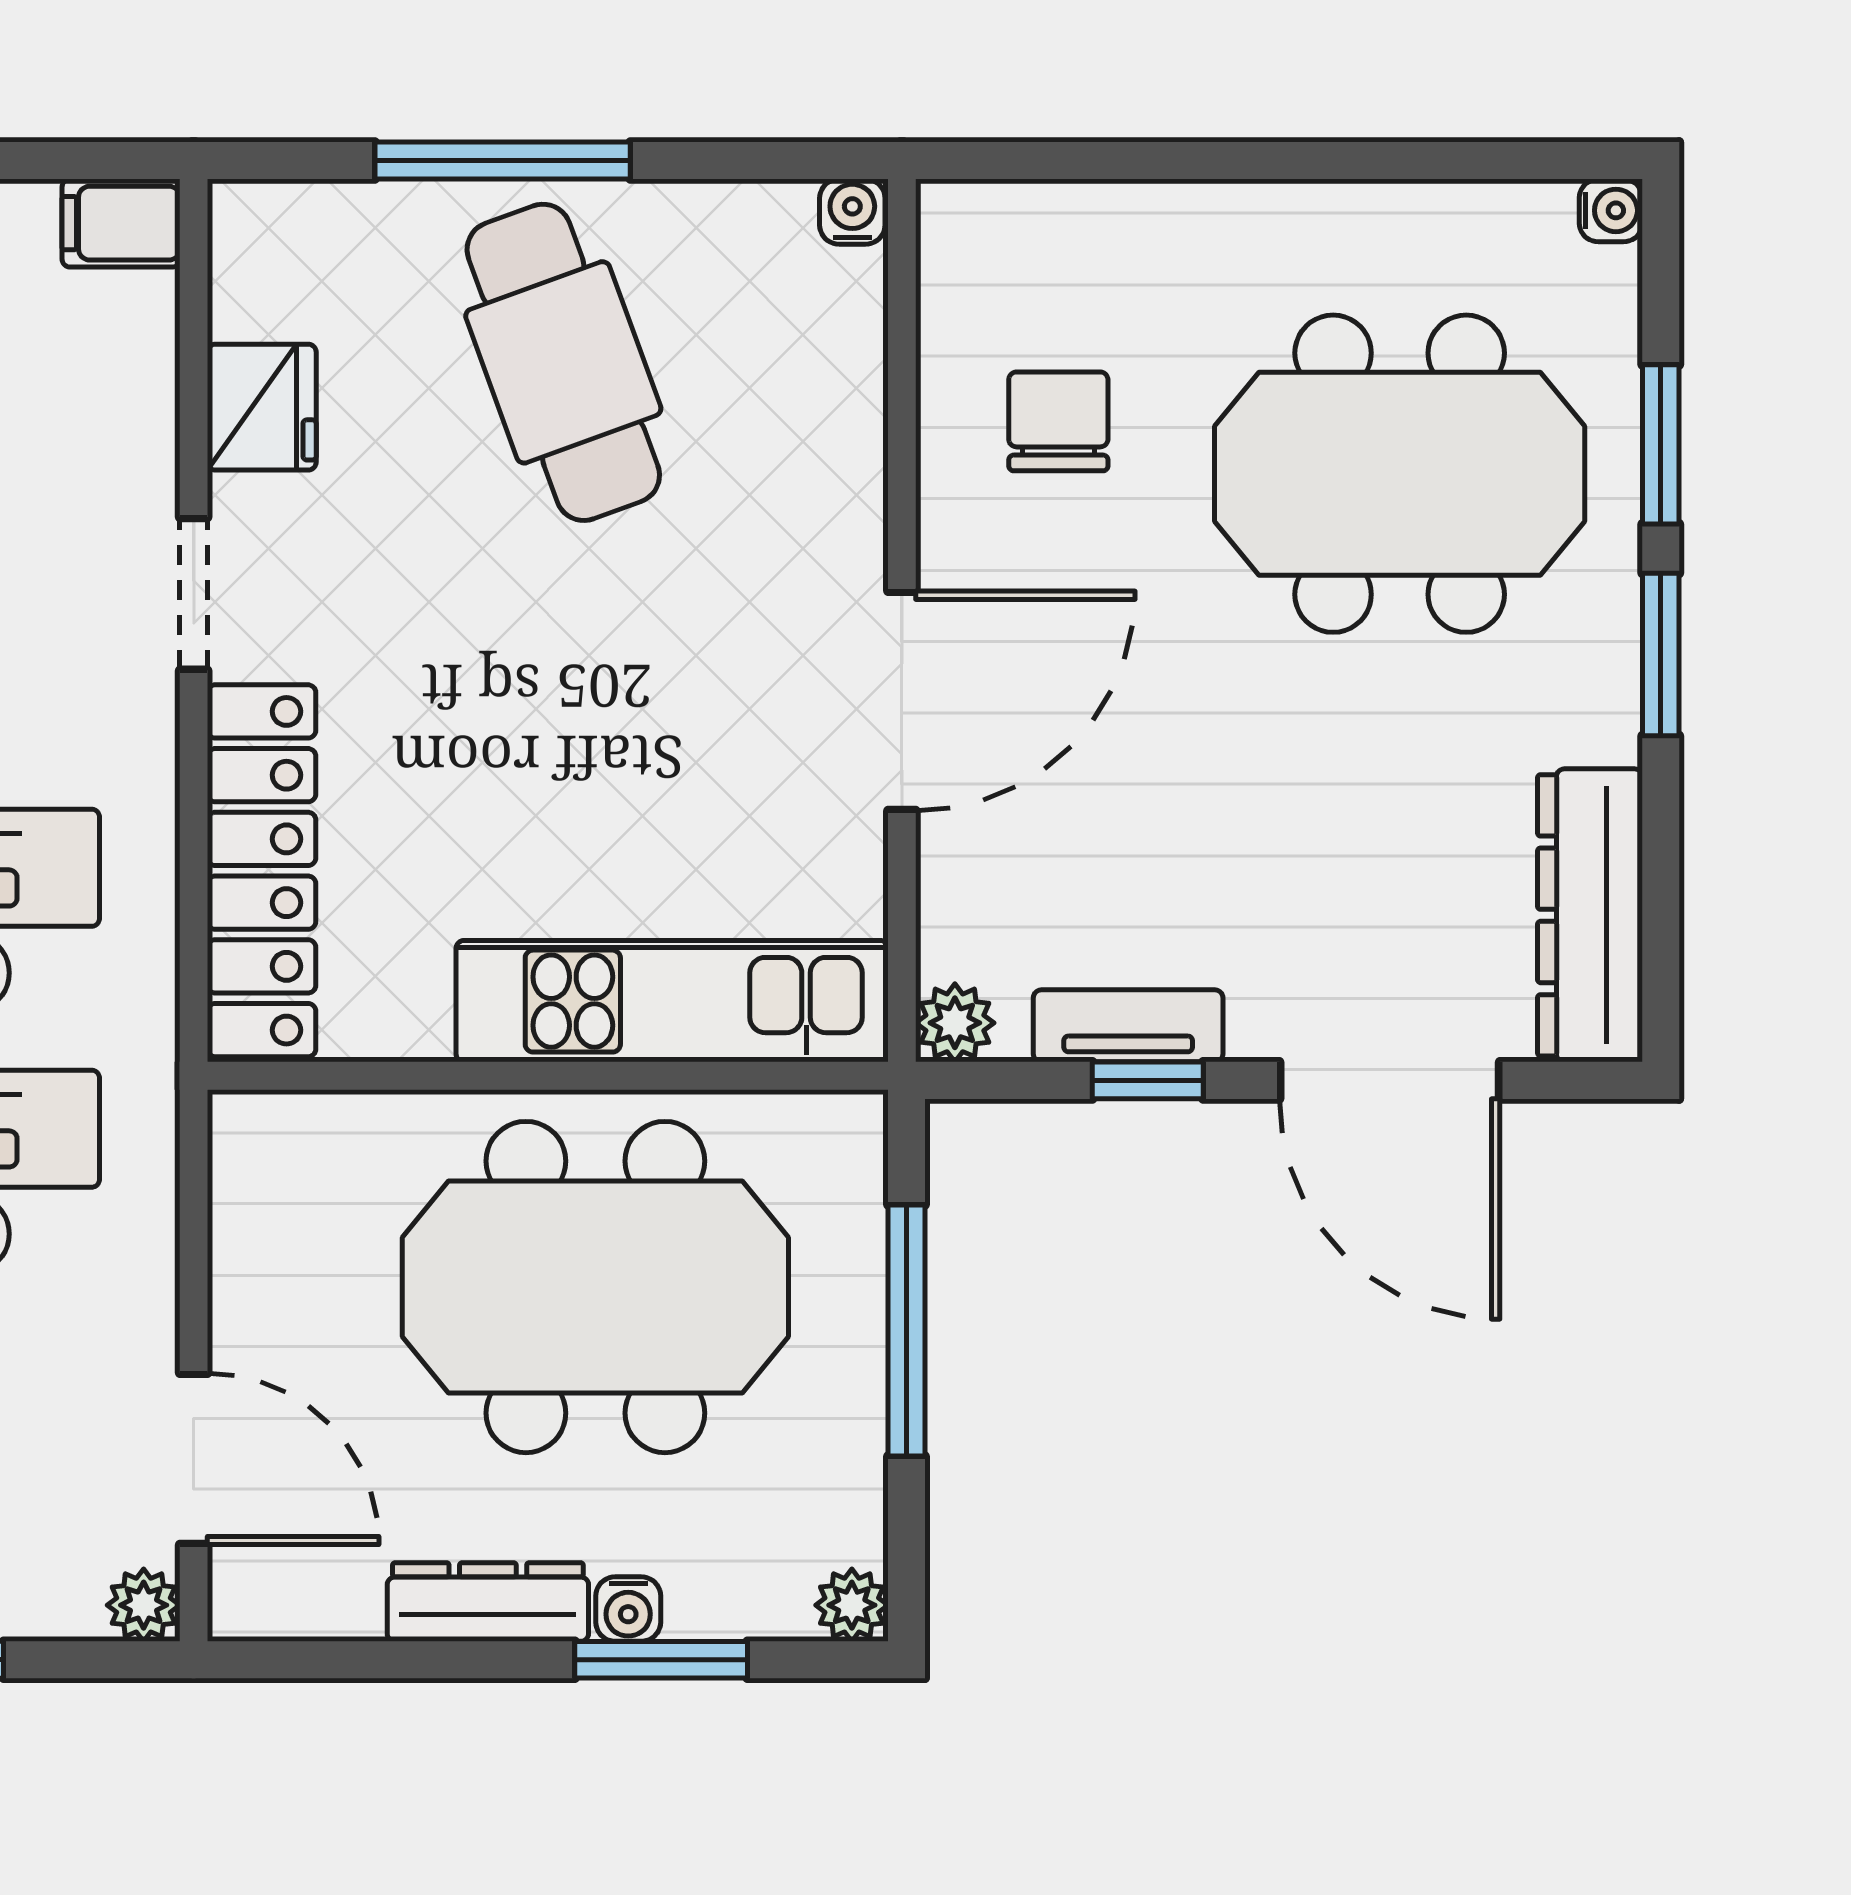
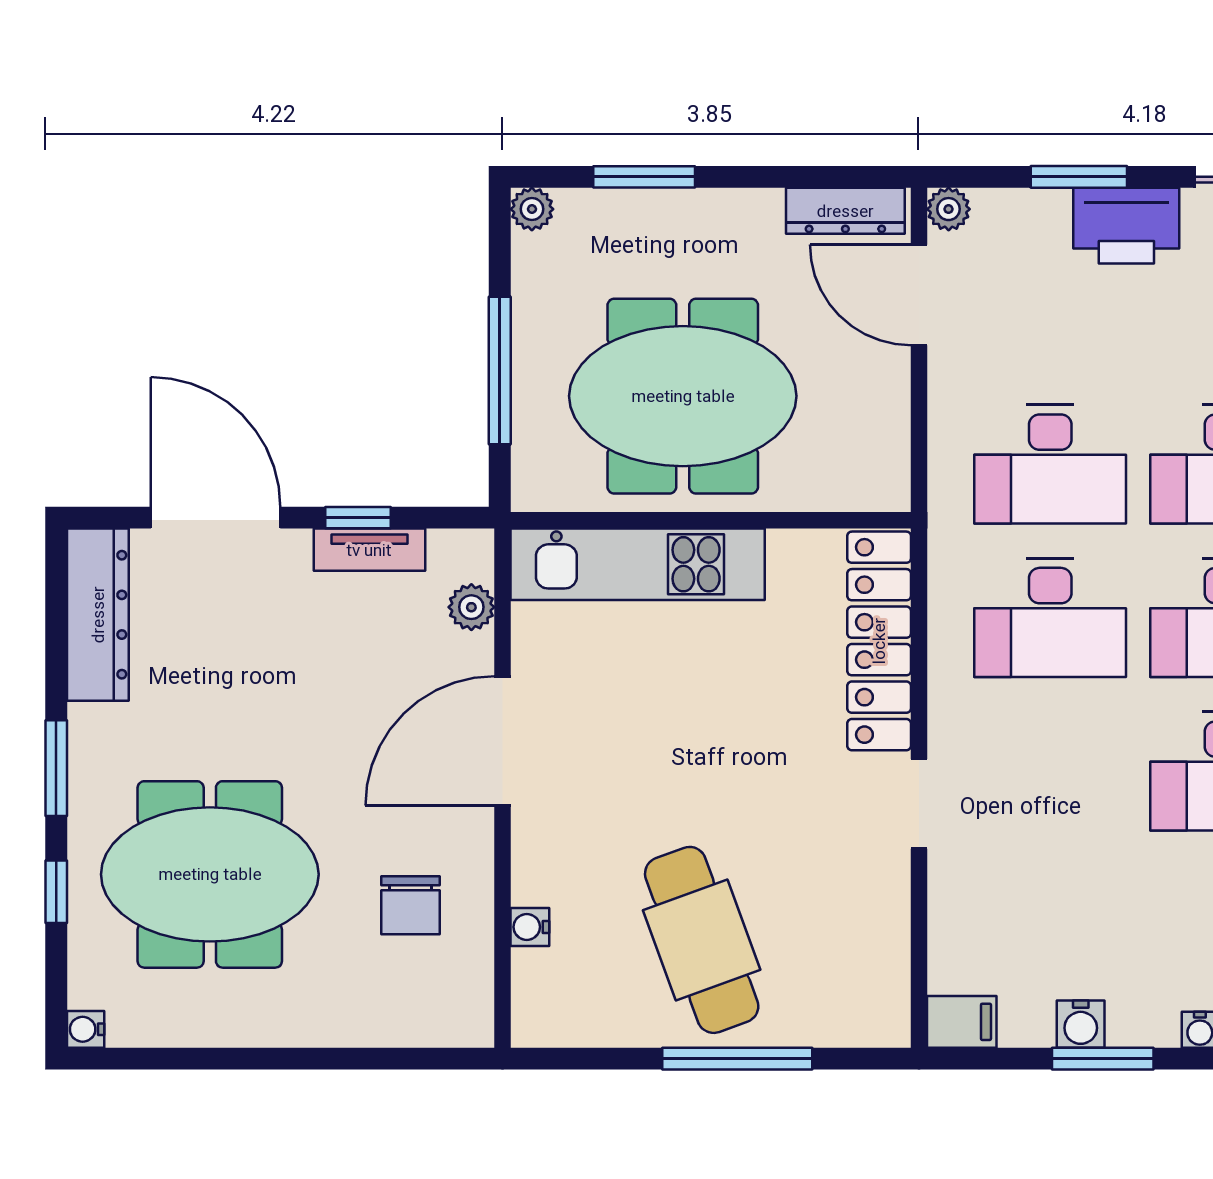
water cooler: (852, 212) -> (530, 927), moved, turned 90
fridge: (262, 407) -> (879, 914), removed
window: (1661, 444) -> (56, 892), width x0.67
plant: (955, 1023) -> (471, 607), moved
dresser: (488, 1602) -> (845, 211), moved
water cooler: (628, 1609) -> (663, 207), removed

